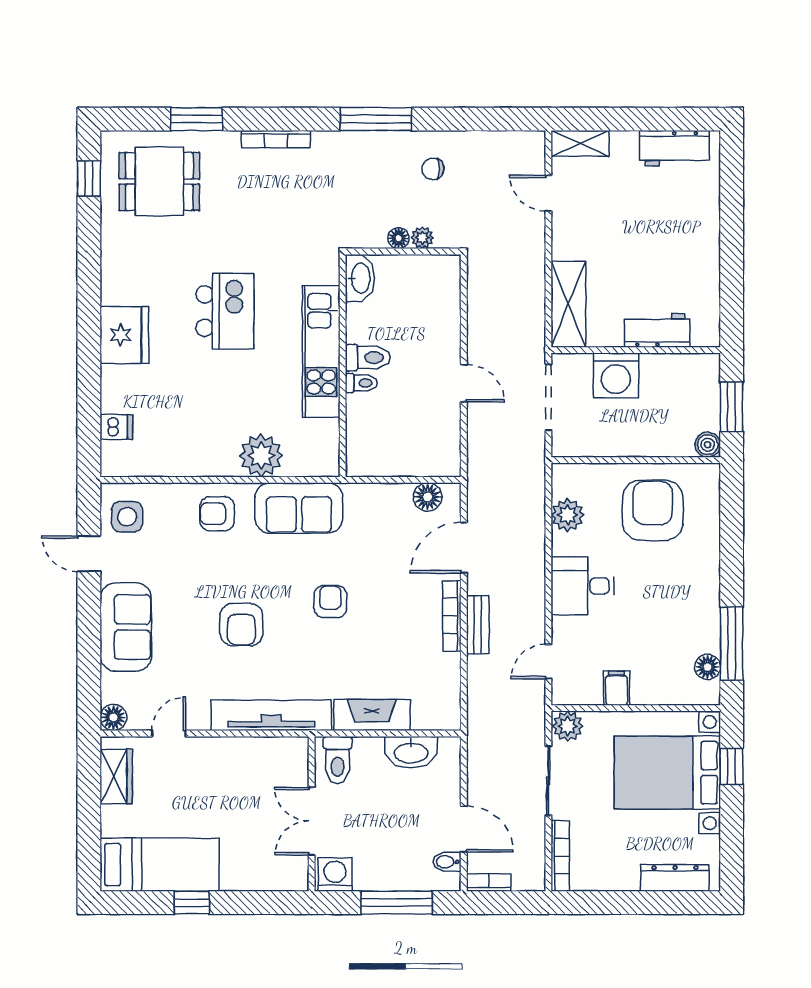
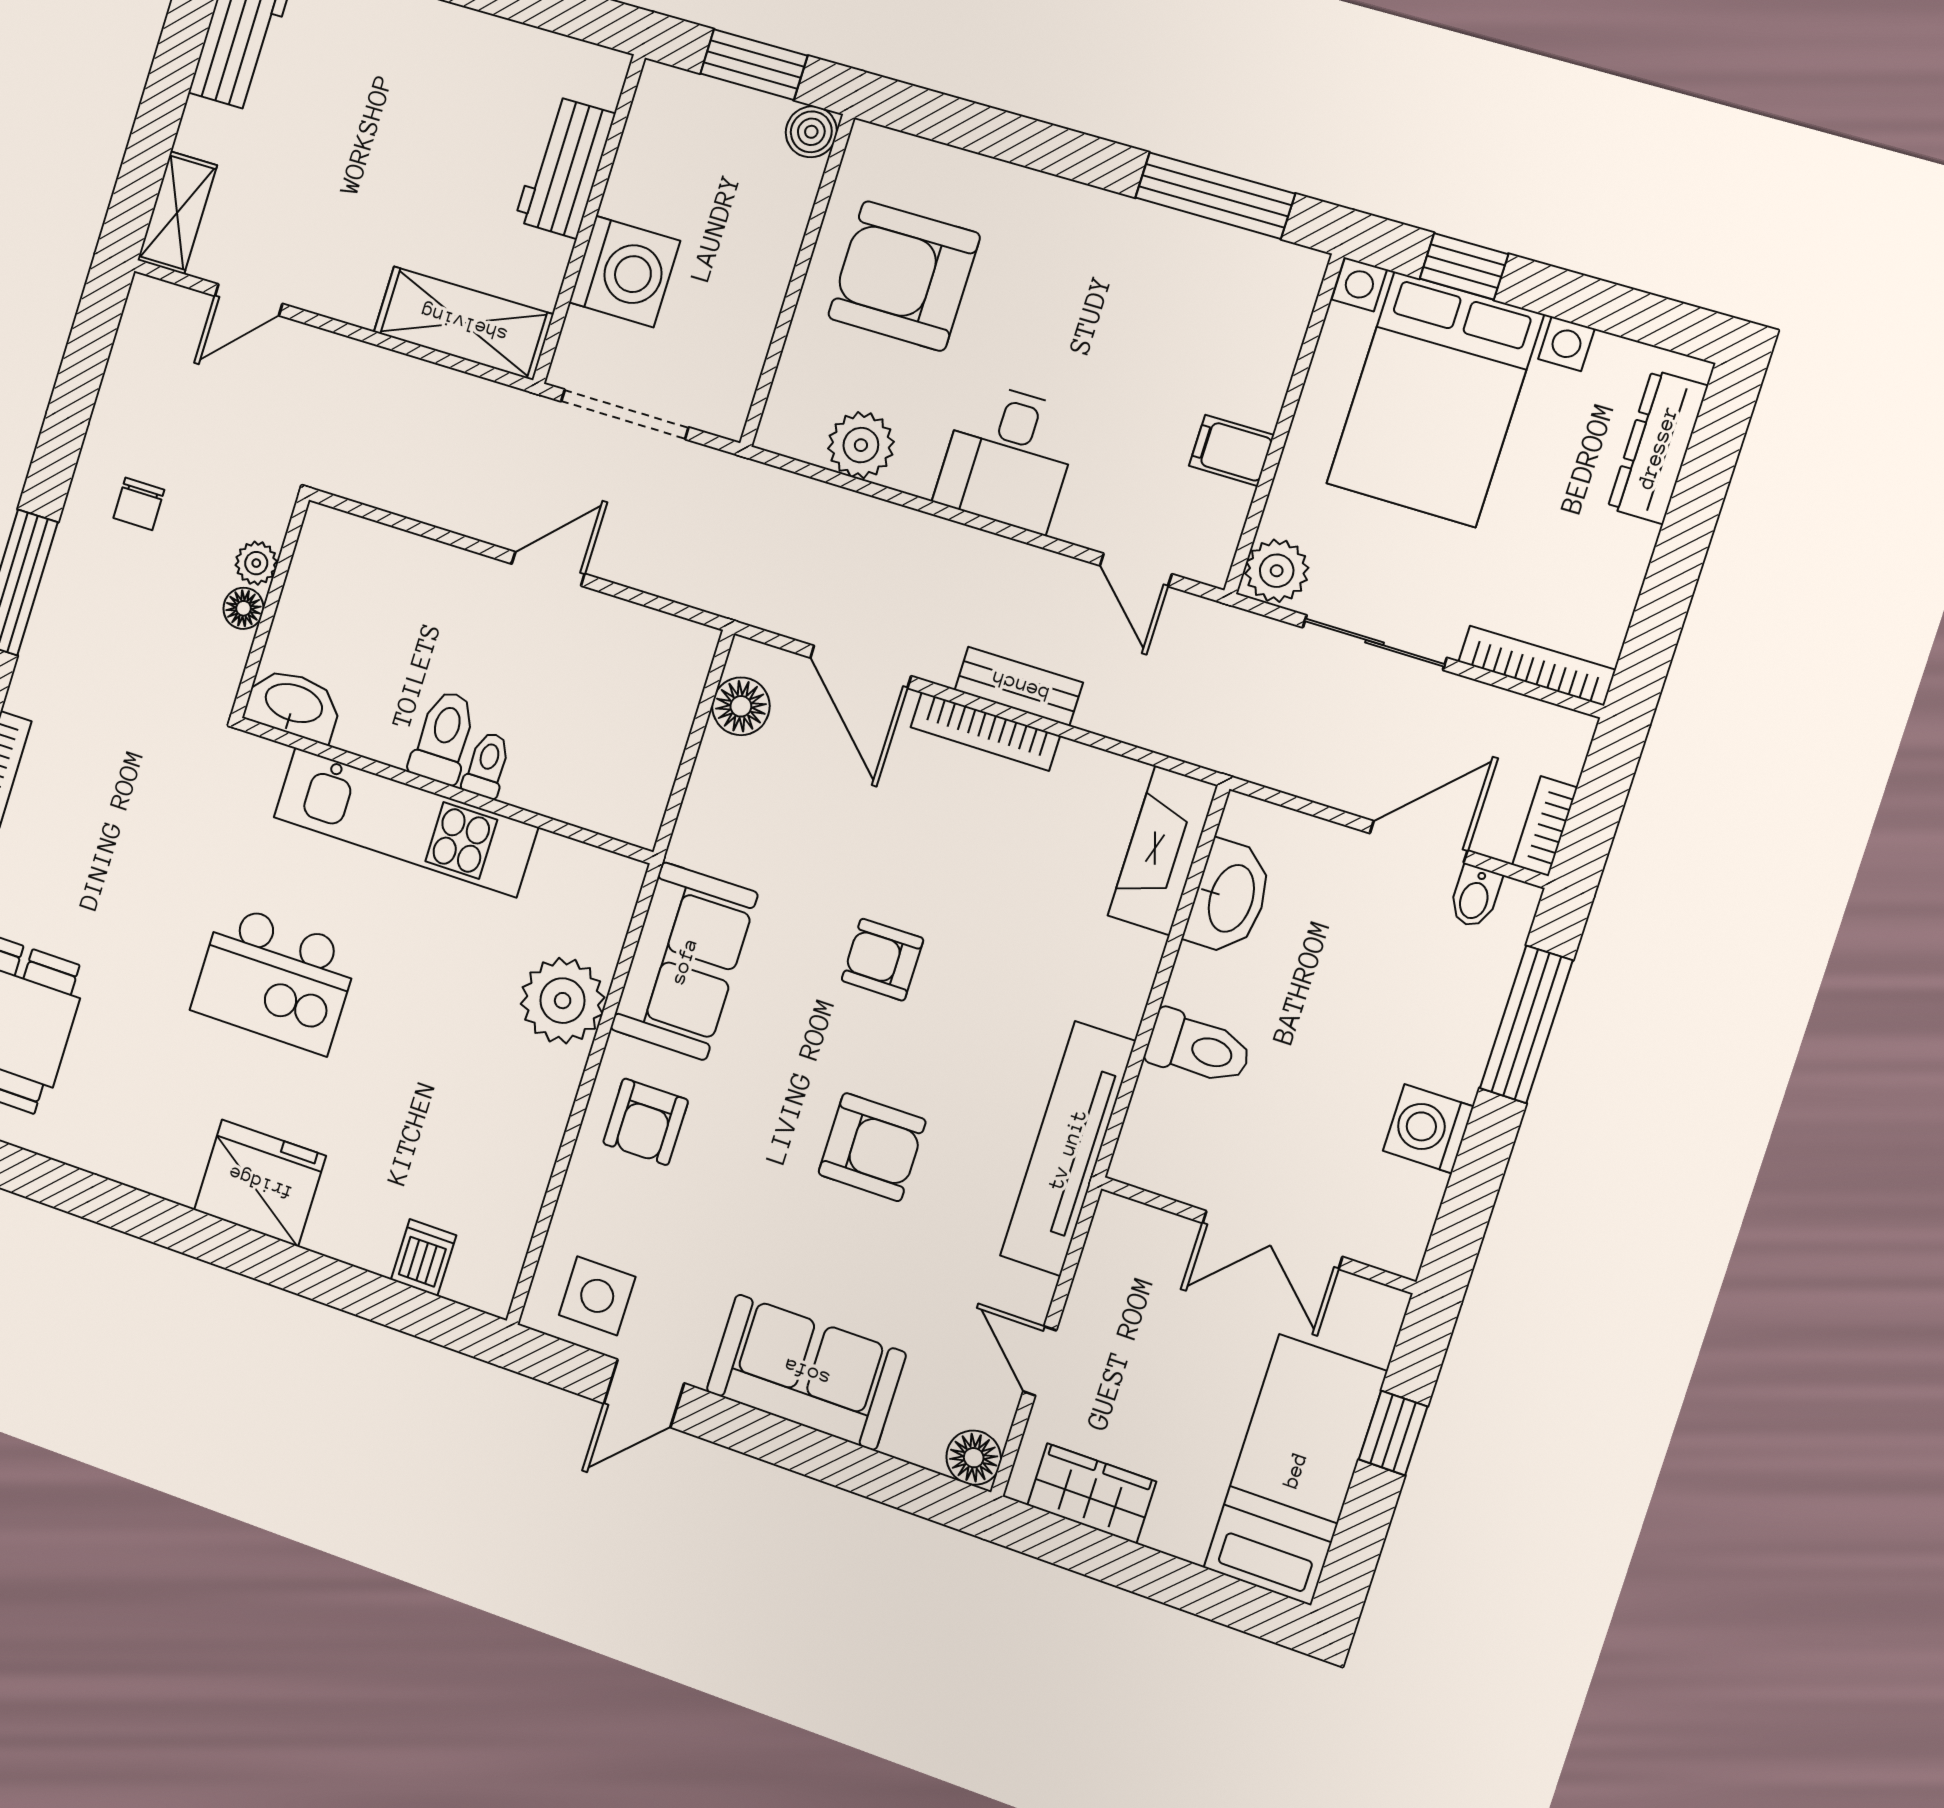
kitchen island: (225, 311) -> (275, 979), turned 180
floor lamp: (708, 667) -> (1247, 257), removed
fireplace: (372, 715) -> (1163, 851), moved
wall: (312, 814) -> (1258, 1235), moved
double door: (312, 821) -> (1272, 1240), moved

